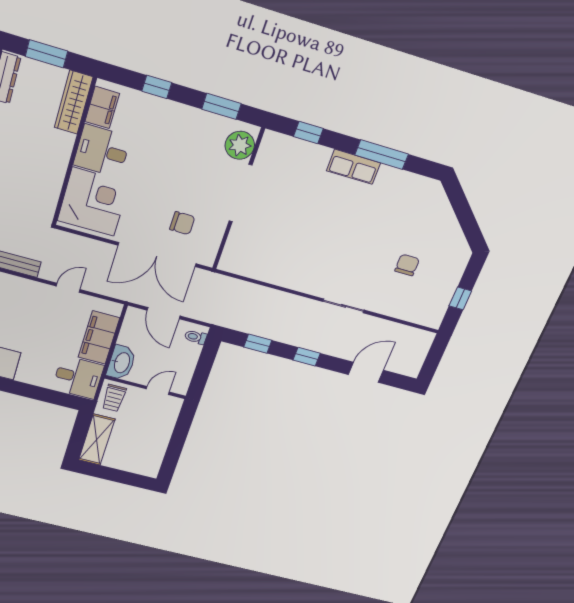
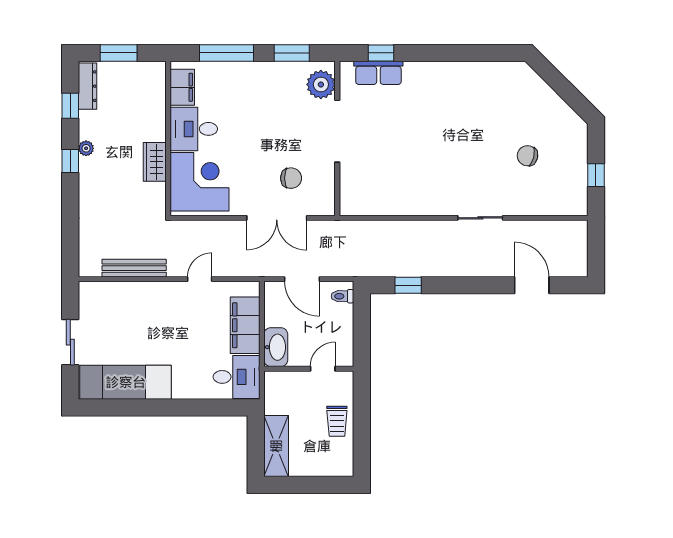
window: (157, 87) -> (227, 53), width x2.17
wardrobe: (74, 102) -> (155, 162), moved, width x0.67
window: (382, 155) -> (458, 53), removed
row of seats: (353, 167) -> (378, 73), moved
double door: (157, 255) -> (277, 218), width x0.73
chair: (407, 265) -> (527, 156), turned -76
window: (307, 357) -> (463, 285), removed
door: (366, 372) -> (532, 285), hinge flipped
trolley: (114, 398) -> (337, 421), moved

